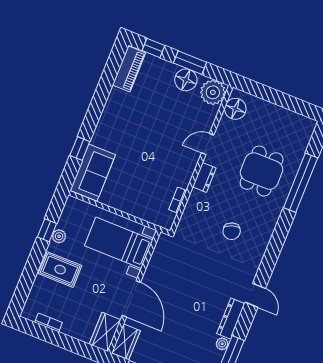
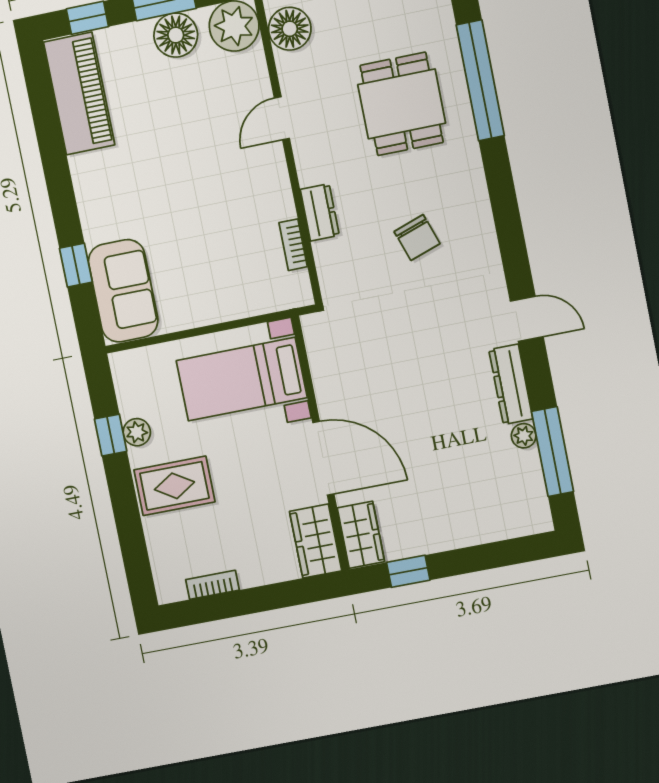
piano: (129, 69) -> (79, 93), width x1.37, depth x1.33
dresser: (204, 177) -> (320, 212), moved

